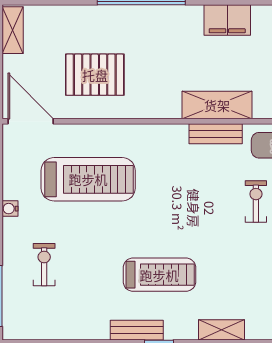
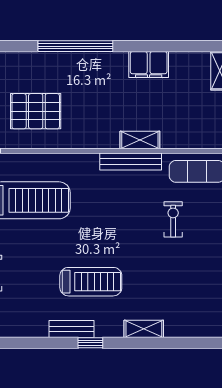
shelving: (217, 105) -> (140, 140), width x0.67, depth x0.75
bench: (216, 134) -> (131, 162), width x1.36

